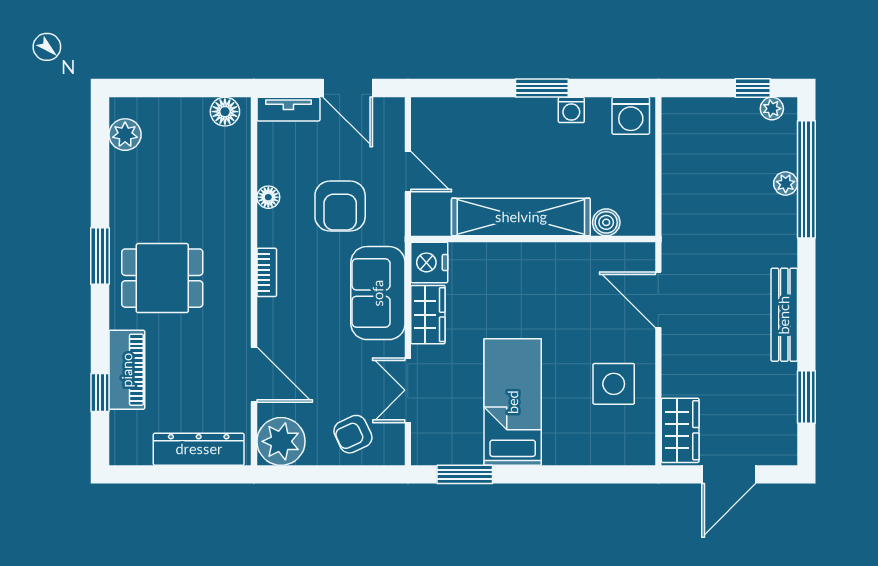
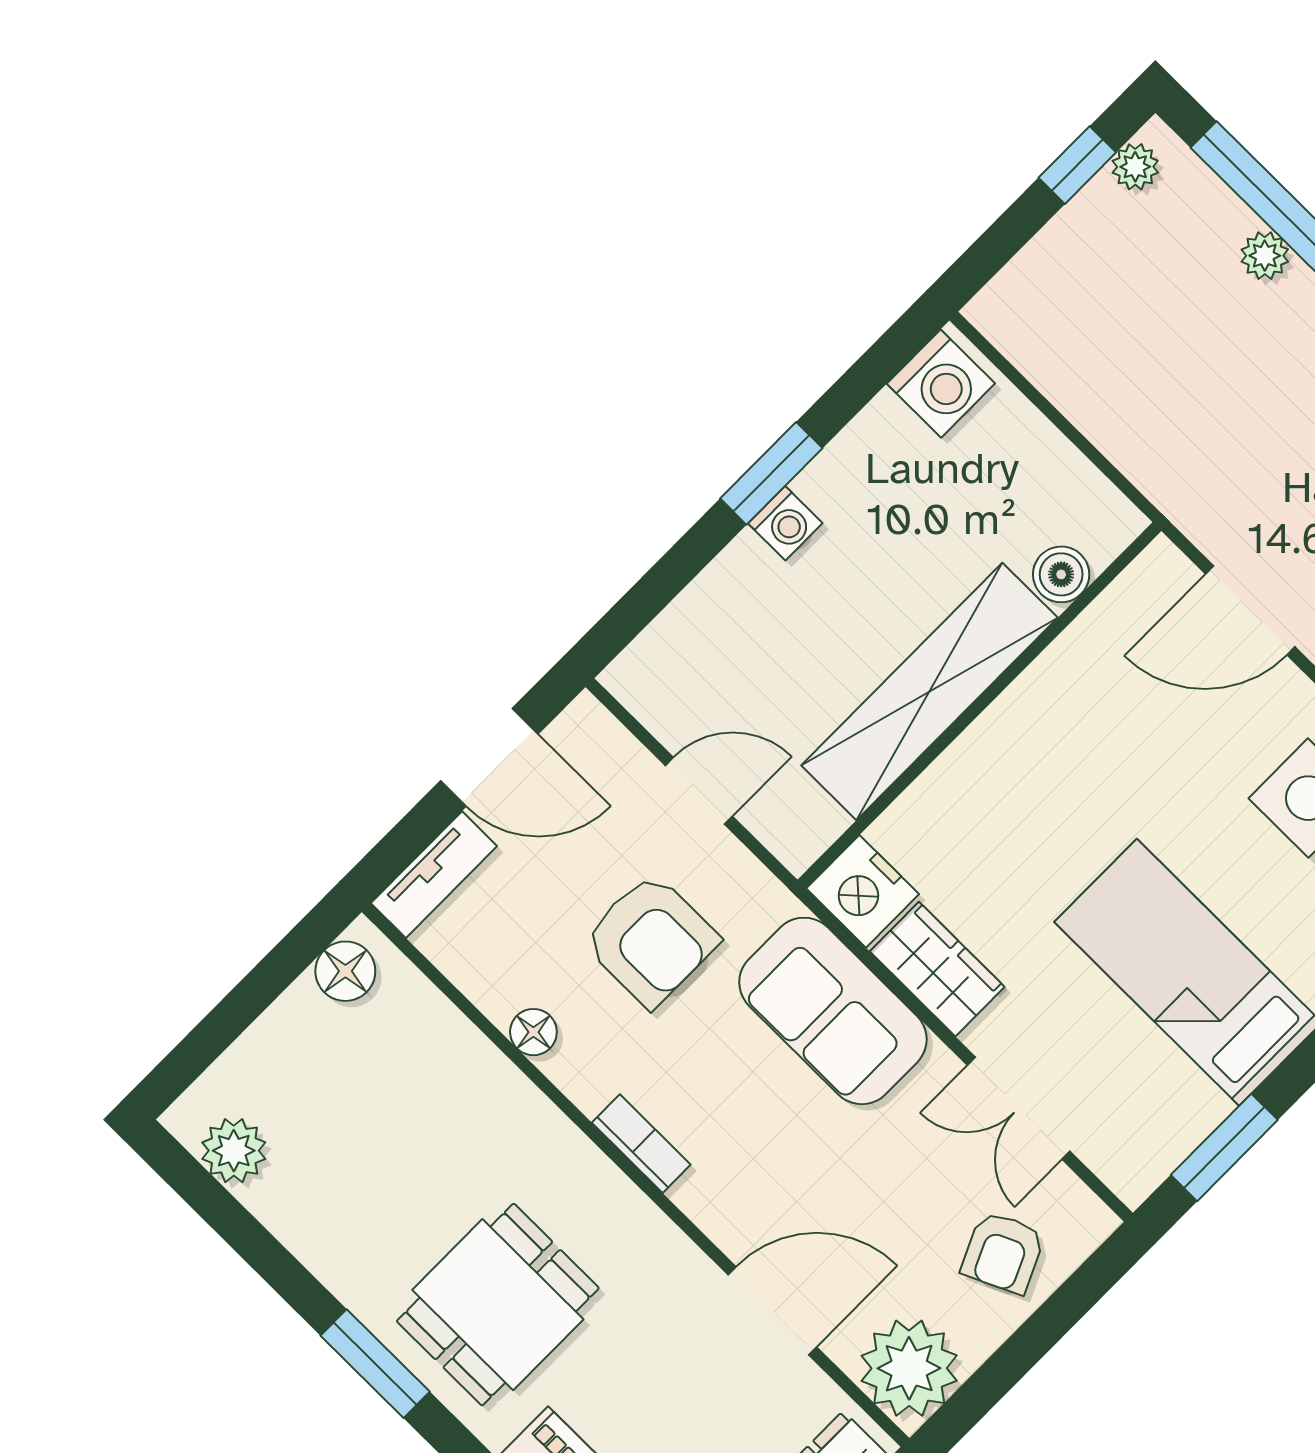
washing machine: (571, 110) -> (785, 523), moved

